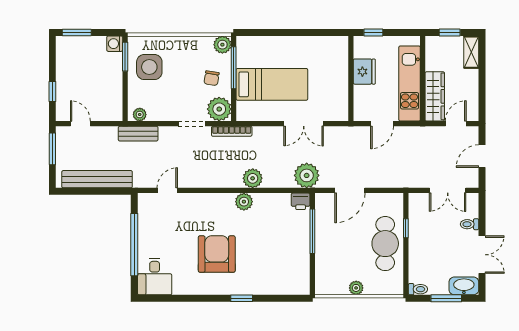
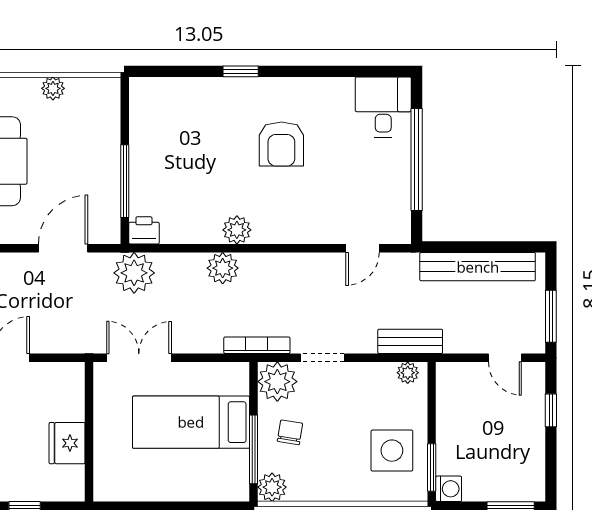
fridge: (364, 72) -> (67, 443), moved
wall: (351, 78) -> (89, 432), moved
armchair: (217, 254) -> (281, 144), width x0.73, depth x0.73

